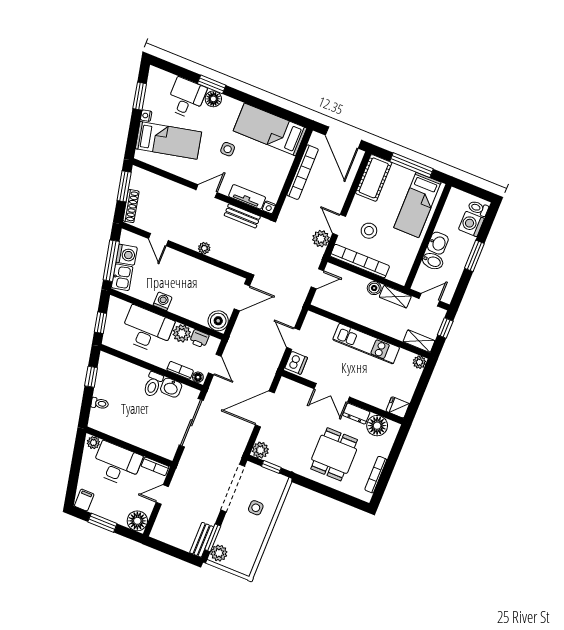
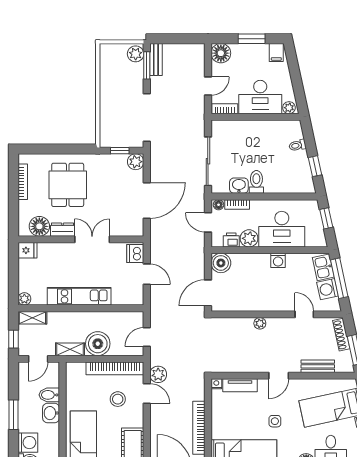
bench: (242, 216) -> (318, 366), moved
boiler: (374, 288) -> (98, 344), width x1.86, depth x1.86
side table: (256, 508) -> (119, 108), removed

